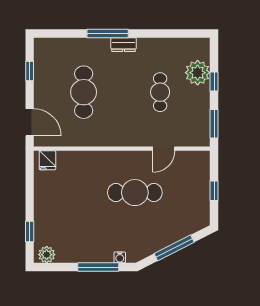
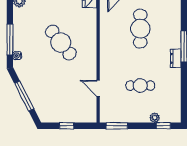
plant: (198, 73) -> (155, 118), width x0.53, depth x0.53
window: (214, 82) -> (163, 126), moved
cafe table: (84, 92) -> (140, 29), turned 90
cafe table: (135, 193) -> (61, 43), moved, turned -38

